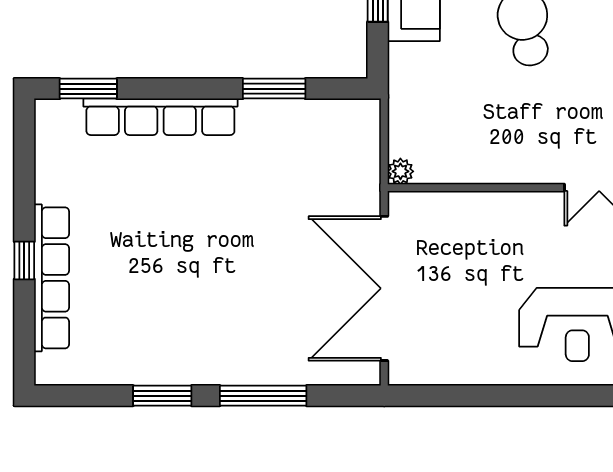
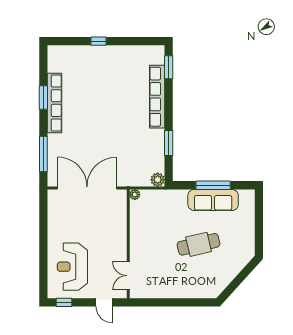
plant: (364, 116) -> (158, 180), added
row of seats: (52, 278) -> (54, 103), moved, turned -90
window: (263, 396) -> (43, 154), moved

